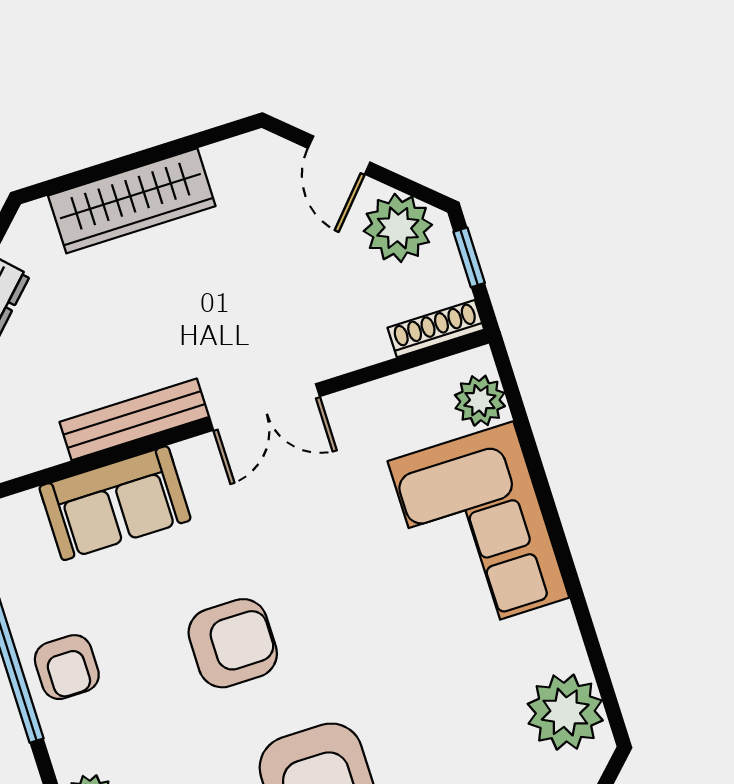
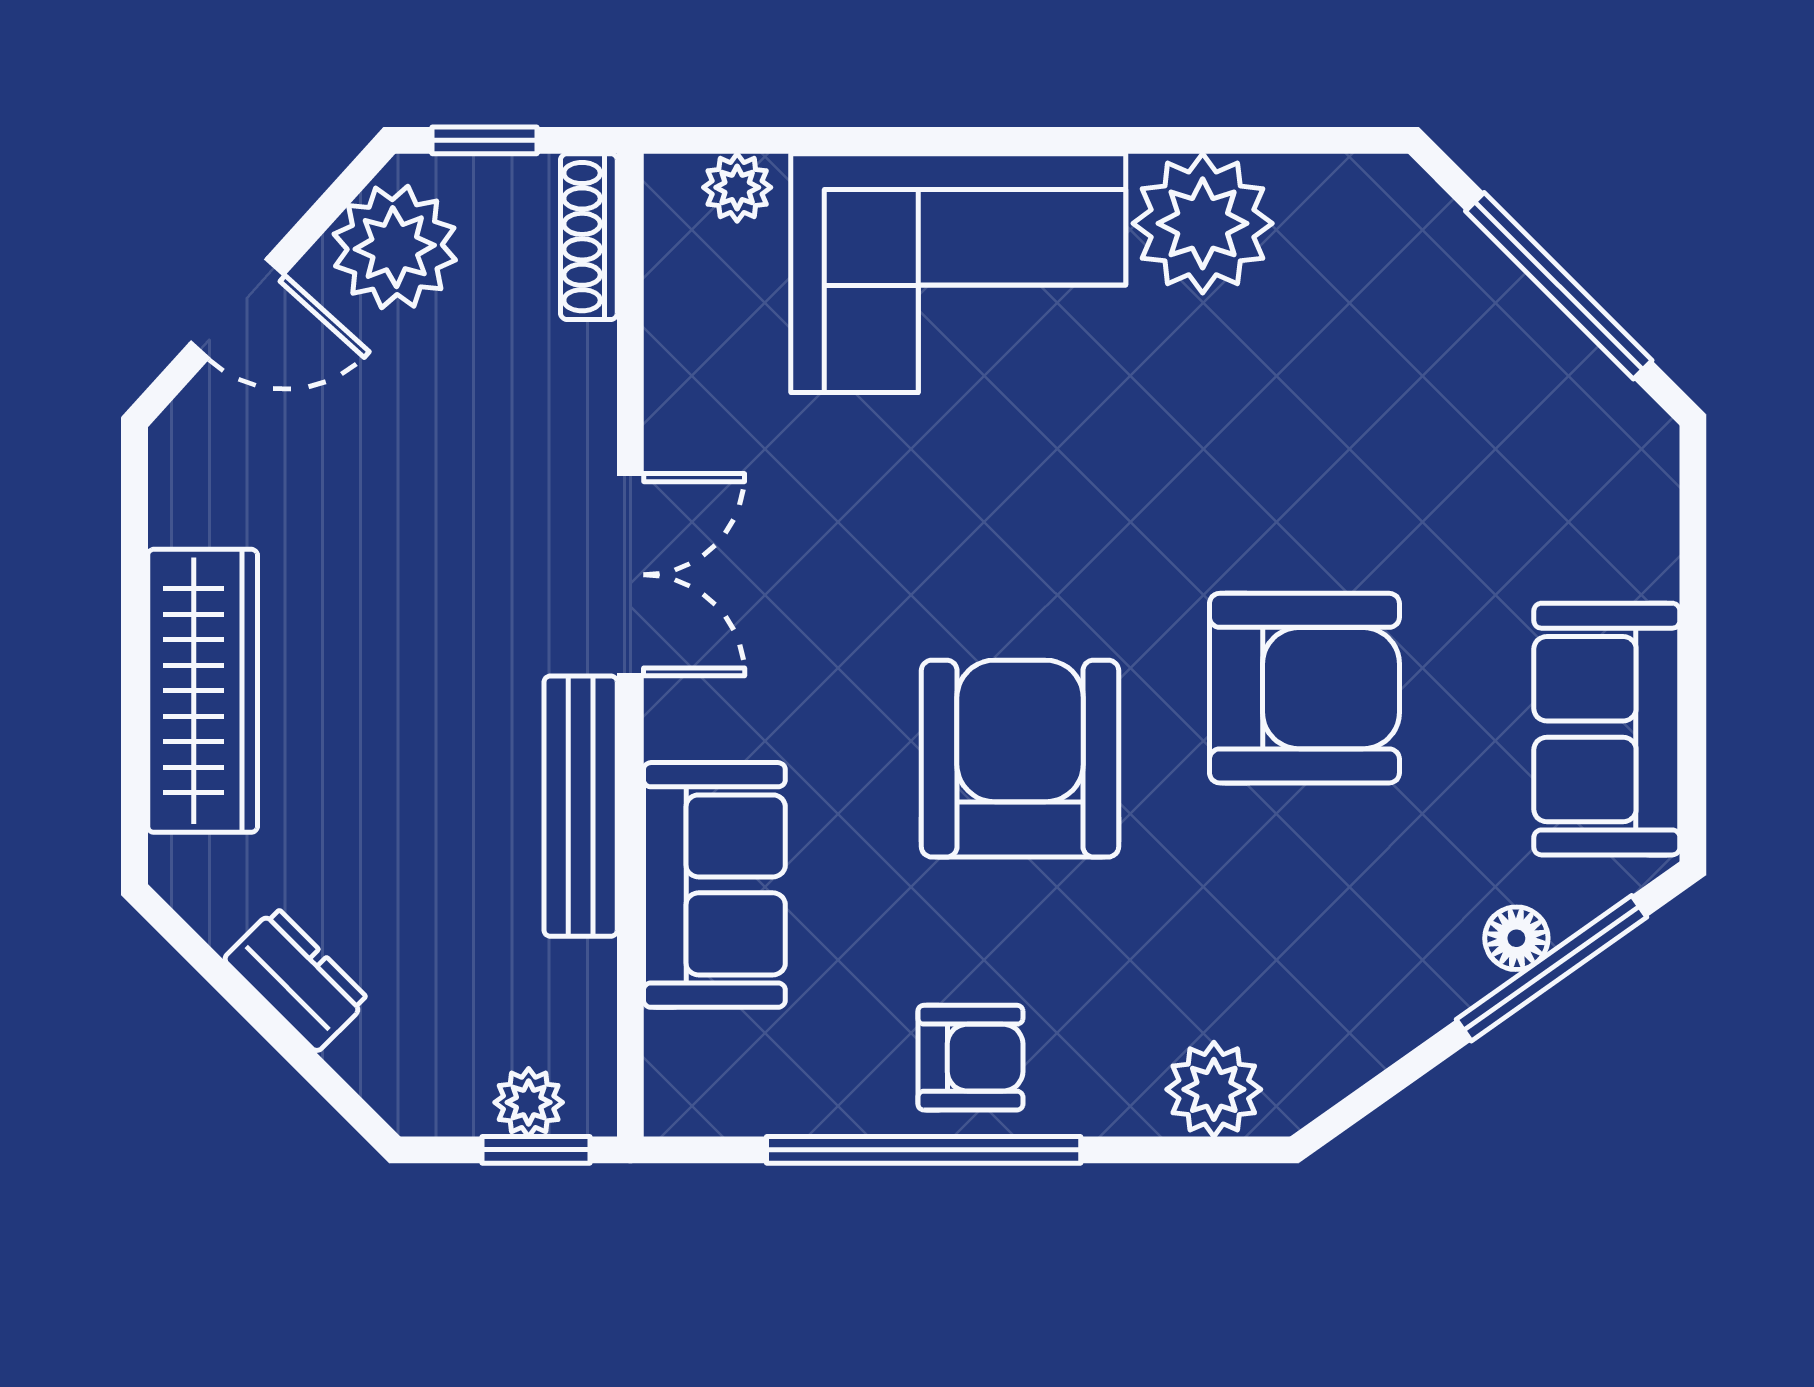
plant: (480, 401) -> (737, 187), width x0.73, depth x0.73
armchair: (233, 643) -> (1020, 759), width x1.36, depth x1.36
plant: (565, 712) -> (1203, 223), moved

